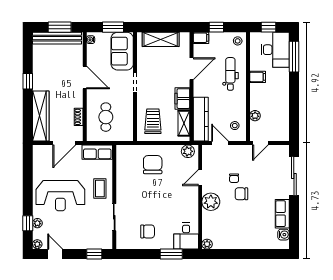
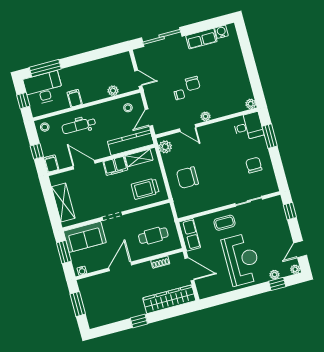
bench: (57, 38) -> (89, 304), removed
plant: (211, 202) -> (205, 116), width x0.53, depth x0.53

